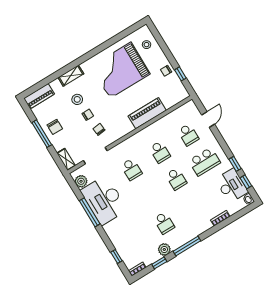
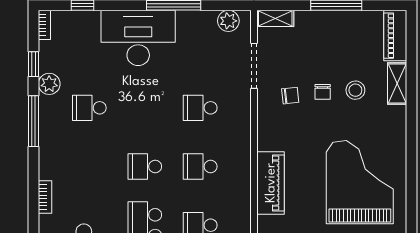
shelving: (71, 76) -> (397, 83), moved
chair: (55, 127) -> (335, 31), removed
desk: (104, 200) -> (138, 38), moved

